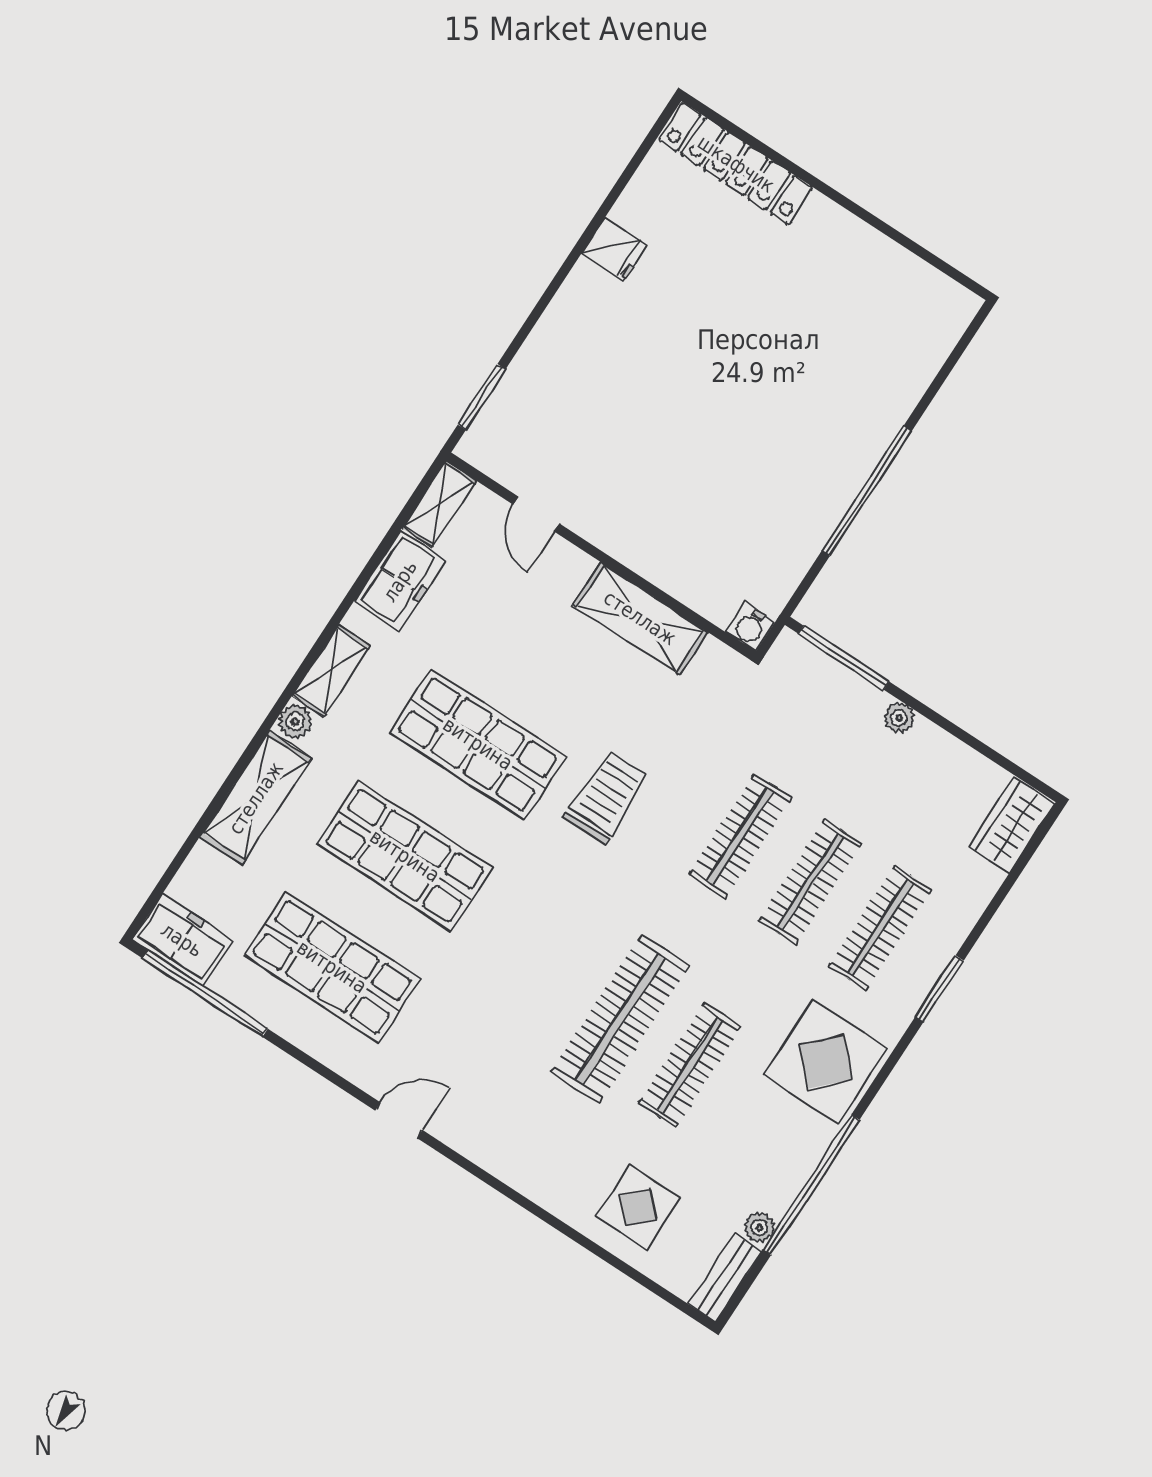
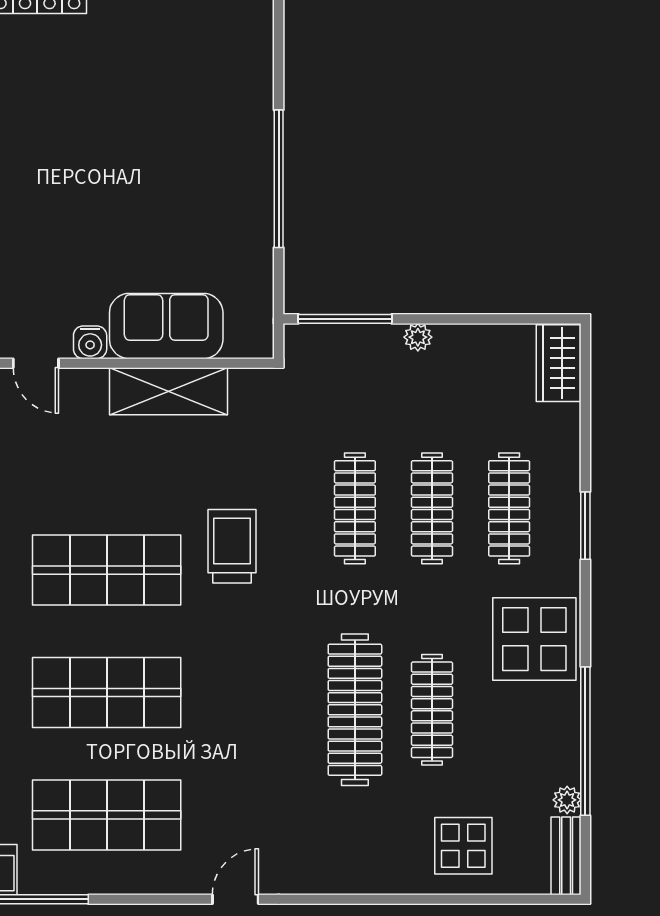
sofa: (677, 558) -> (166, 326), added
water cooler: (750, 627) -> (90, 342), moved

